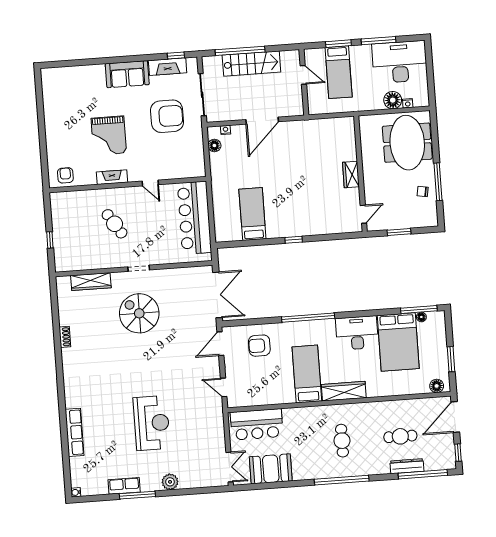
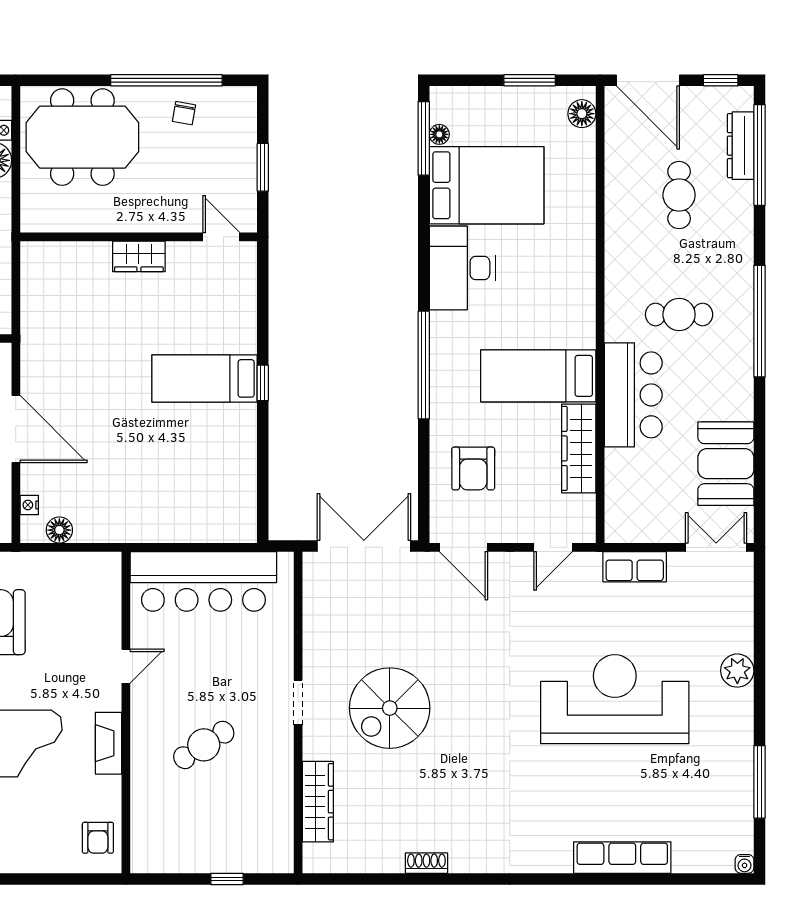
armchair: (65, 175) -> (98, 838), turned -90
window: (438, 182) -> (166, 80), width x1.46
bed: (252, 214) -> (205, 378), moved
wardrobe: (344, 391) -> (579, 448), moved
reception desk: (152, 423) -> (615, 699), width x1.36, depth x1.30
bar counter: (257, 424) -> (633, 395), moved
dresser: (407, 466) -> (741, 146), moved
row of seats: (124, 486) -> (635, 567), moved, turned -90
window: (137, 495) -> (760, 782), moved

